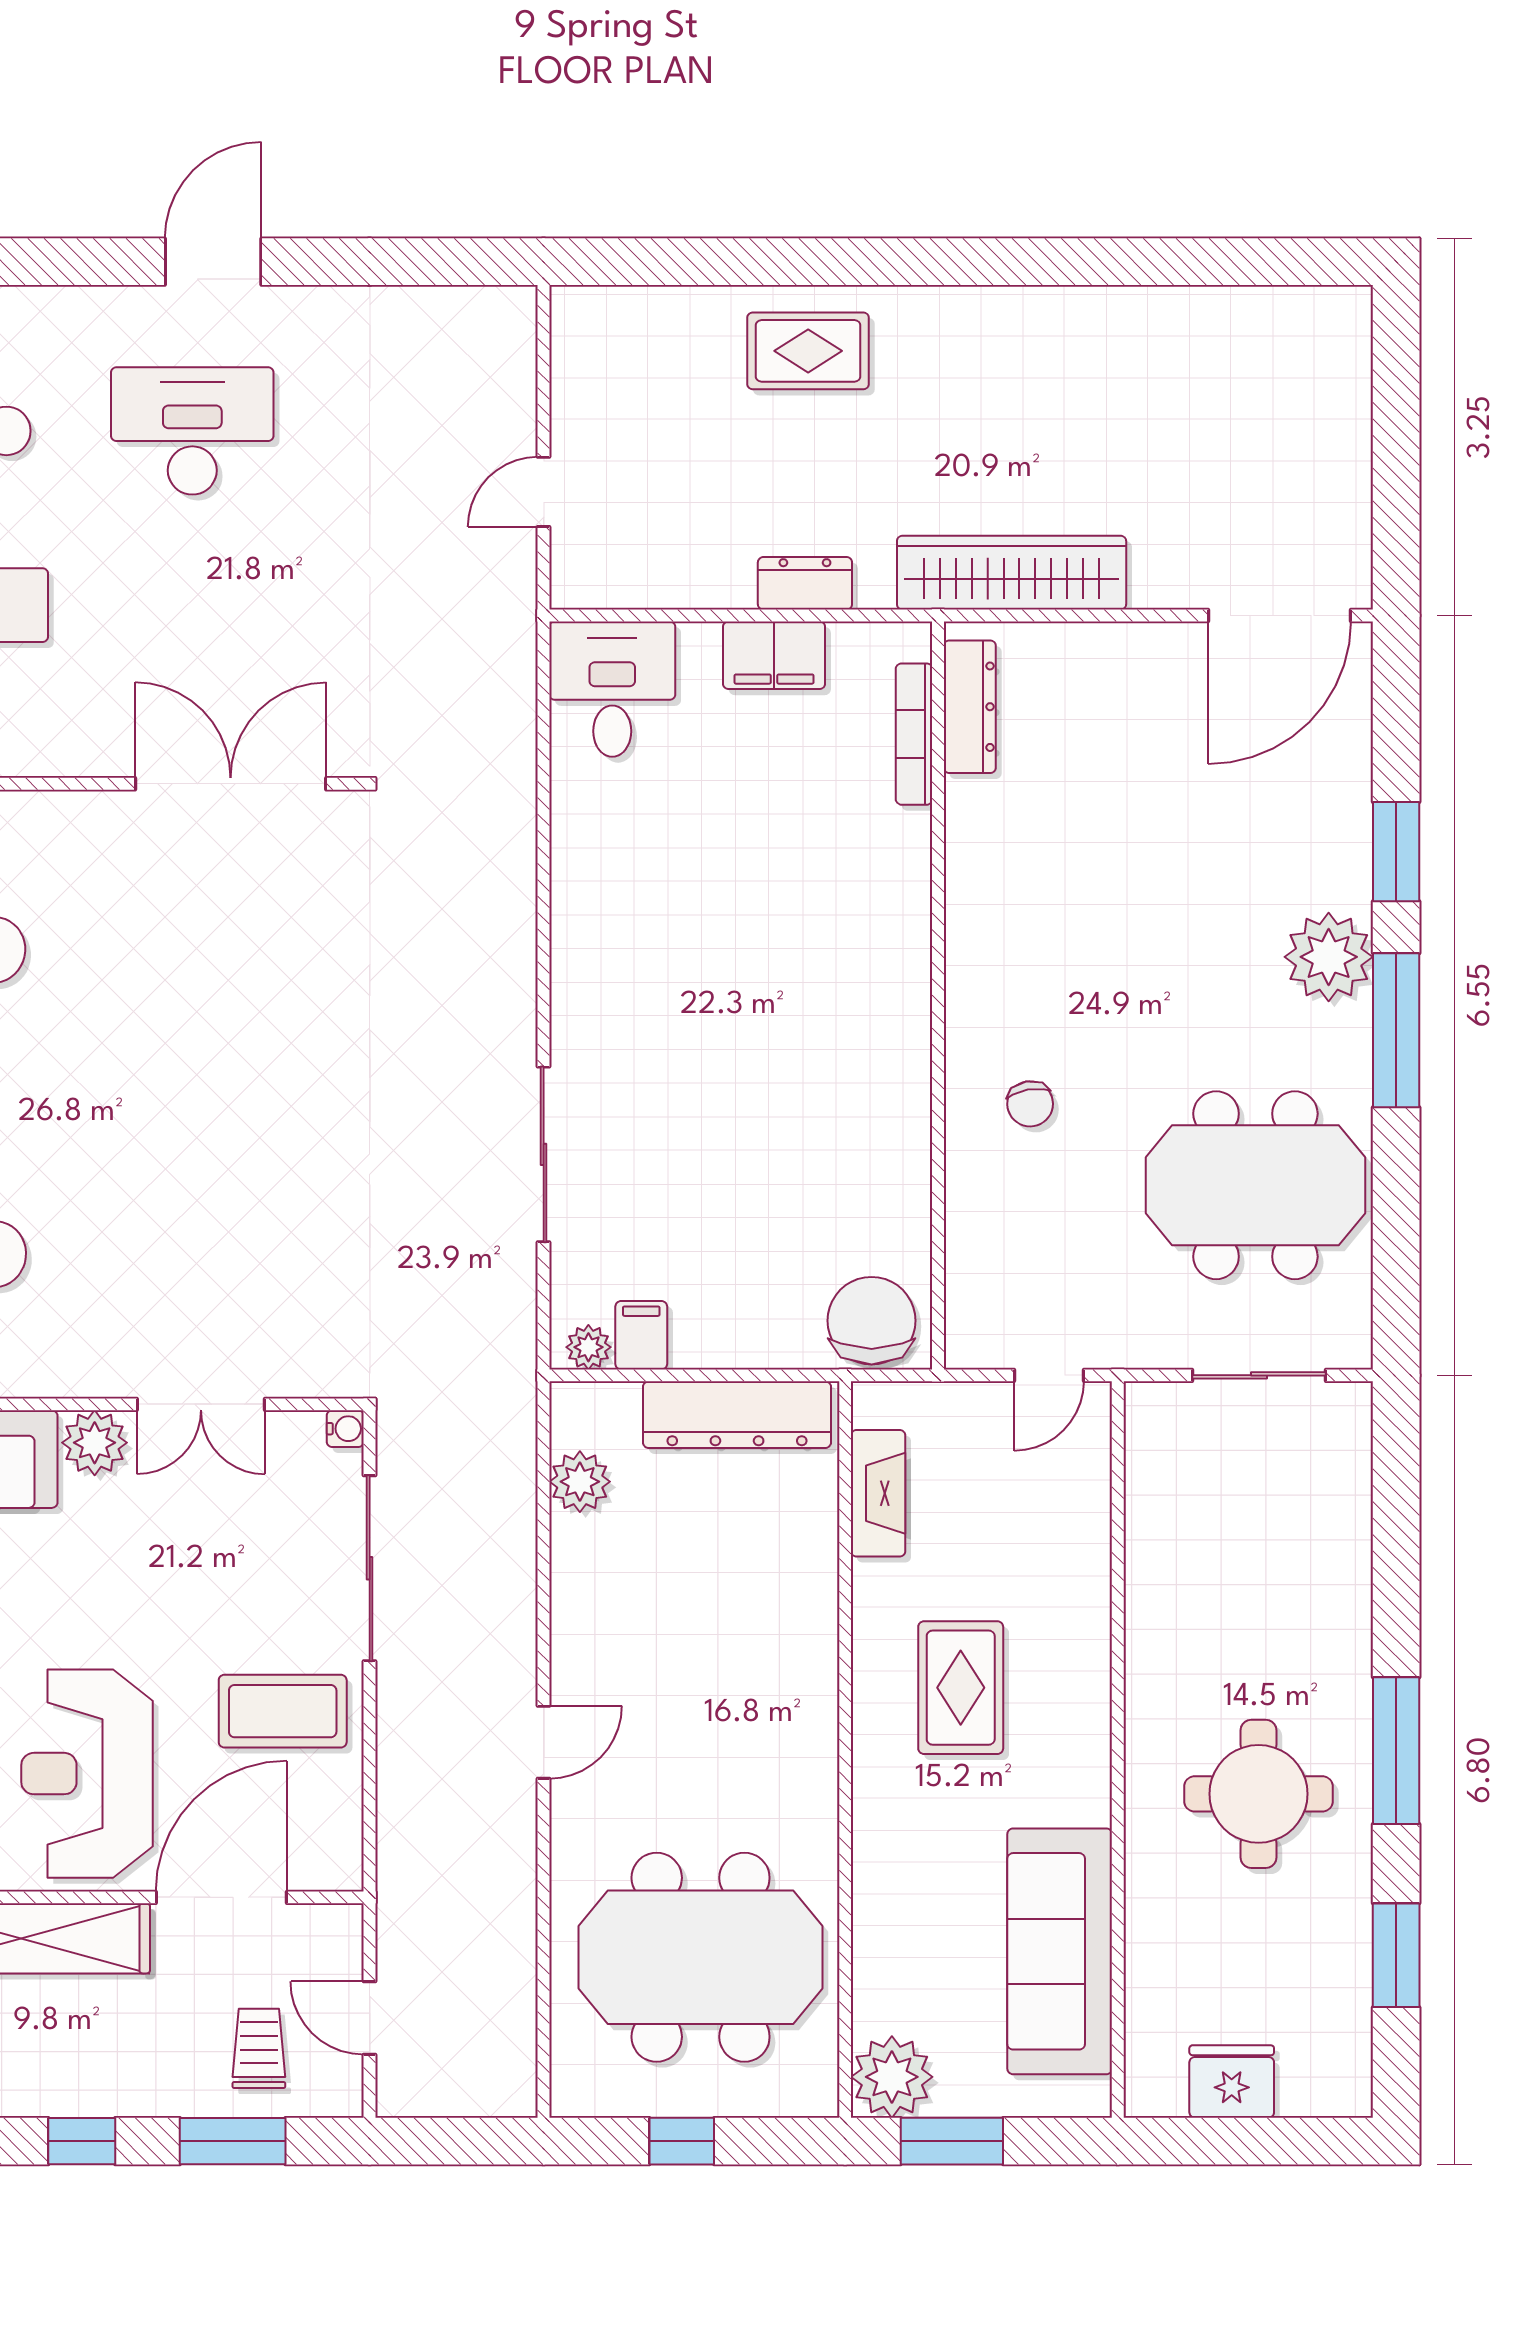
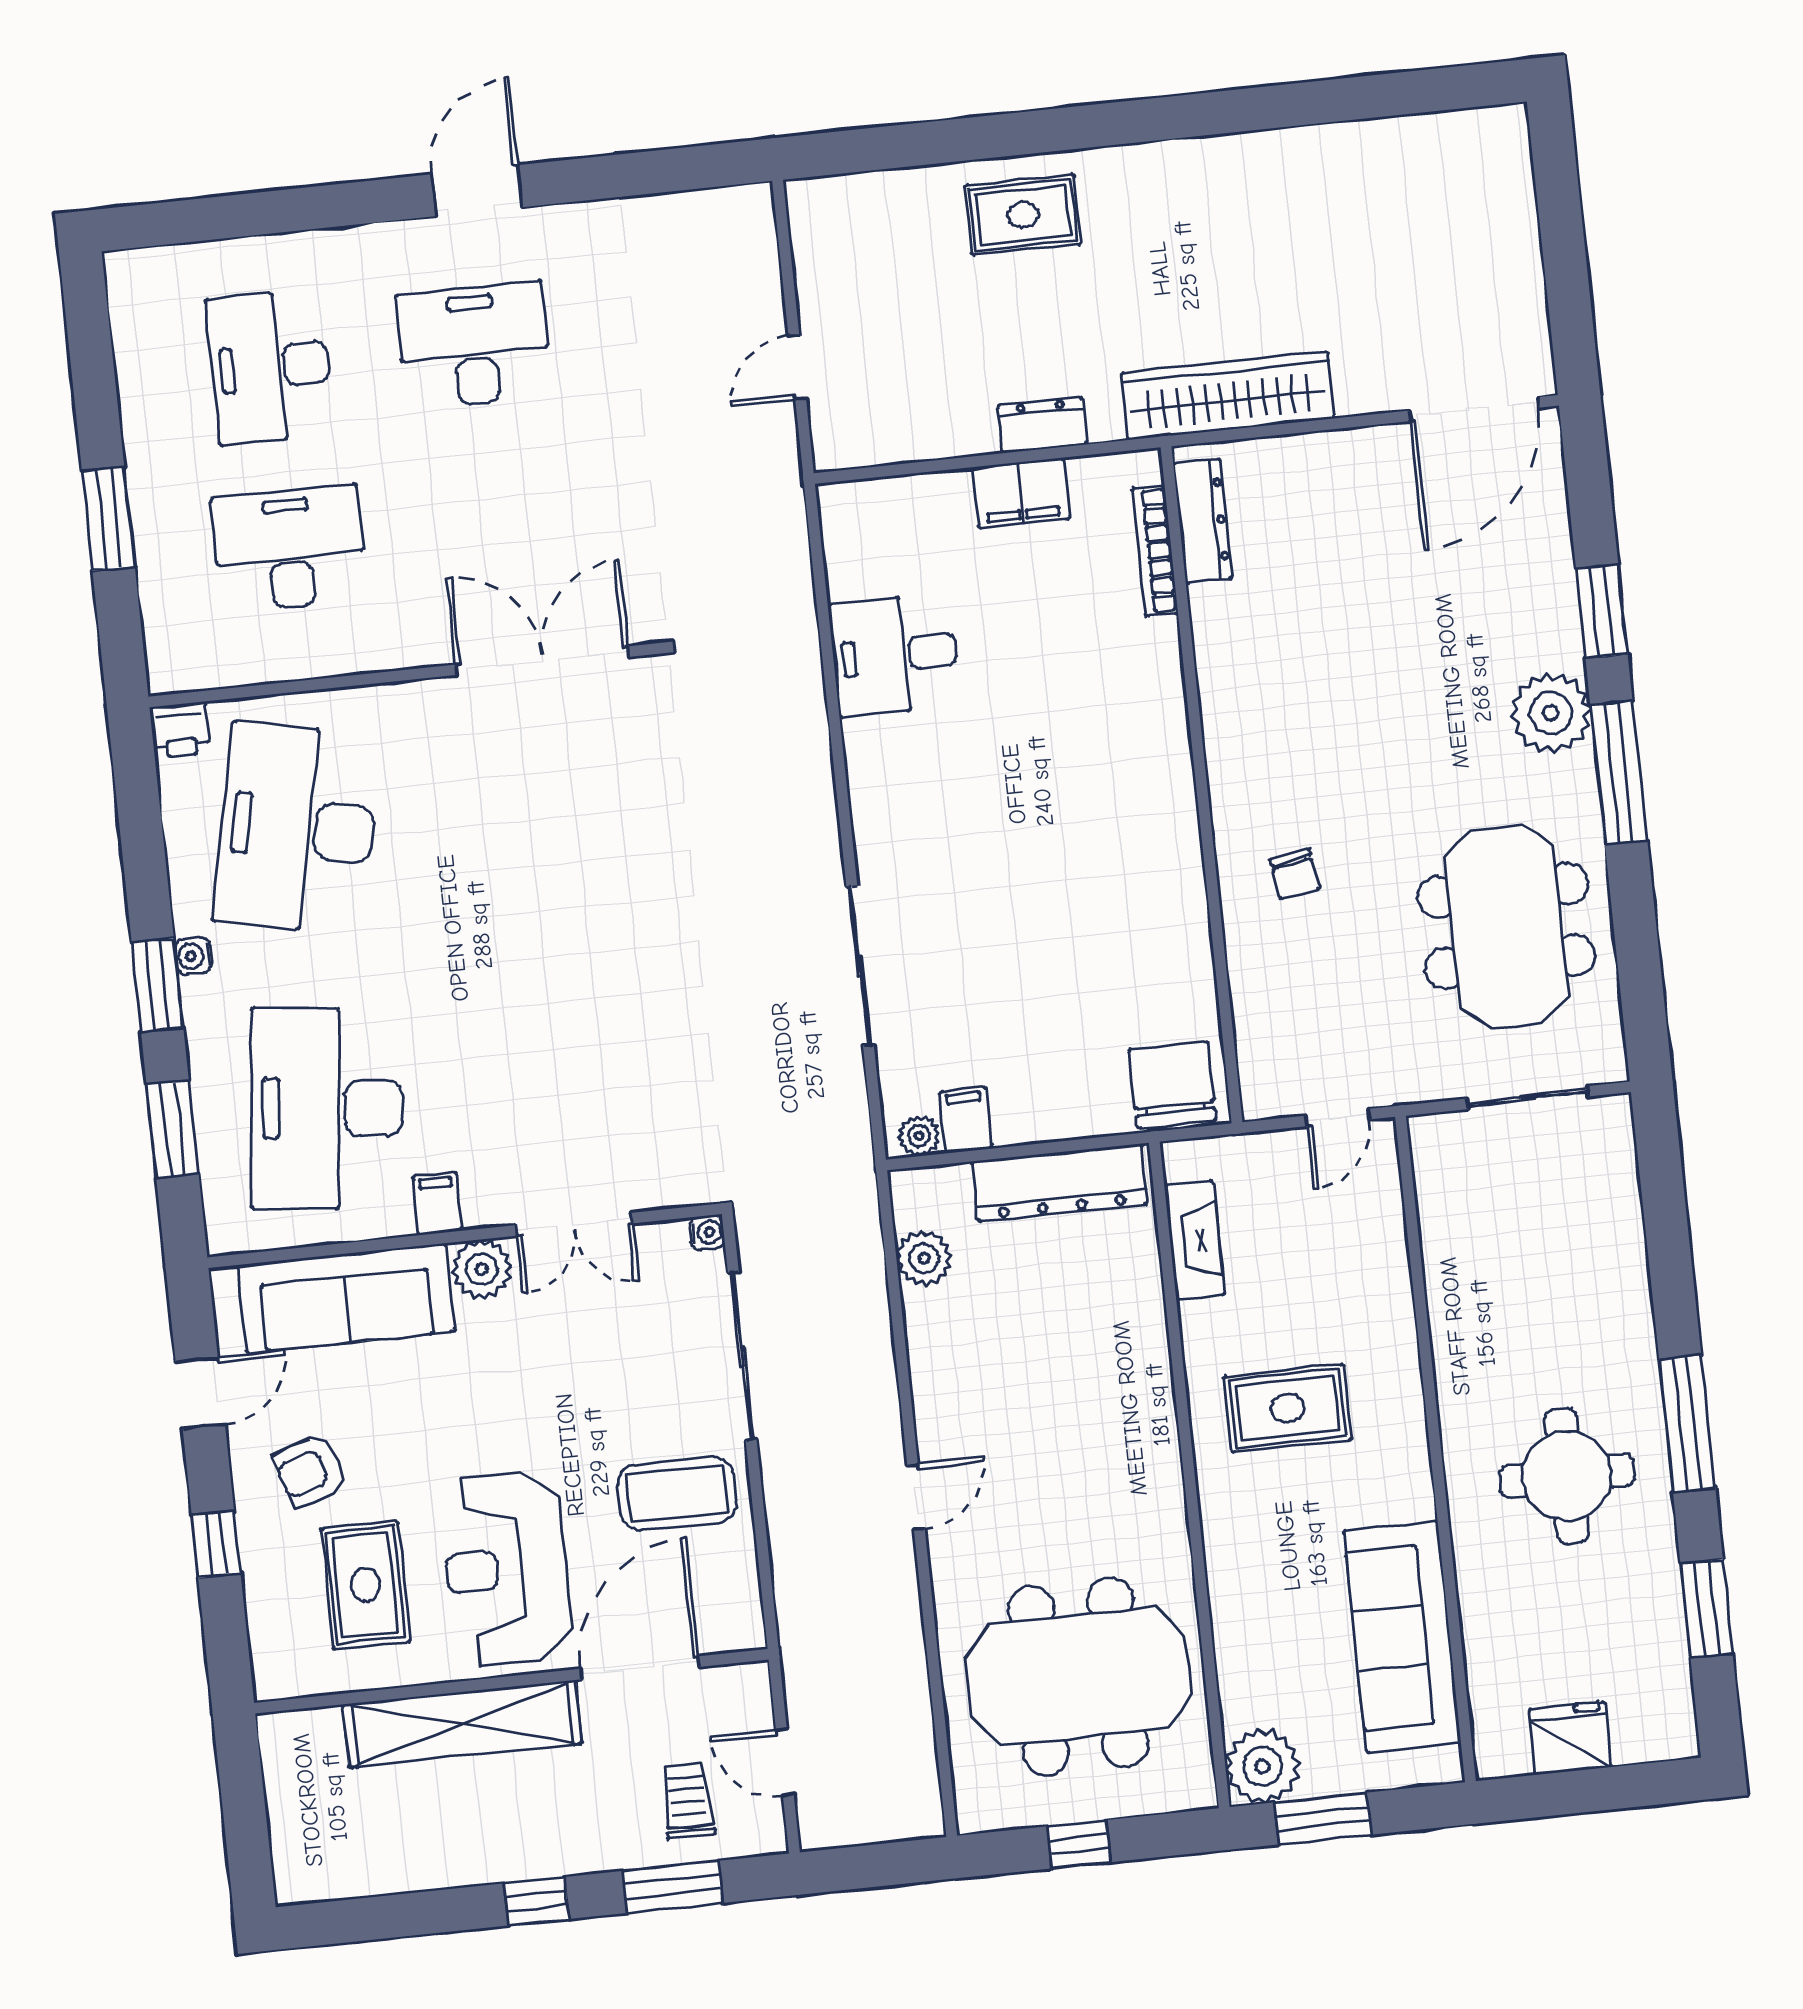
desk: (612, 689) -> (895, 655), moved, turned -90
meeting table: (1255, 1185) -> (1506, 926), turned 90
filing cabinet: (54, 1366) -> (438, 1204), added
rug: (961, 1688) -> (1288, 1408), turned 90

